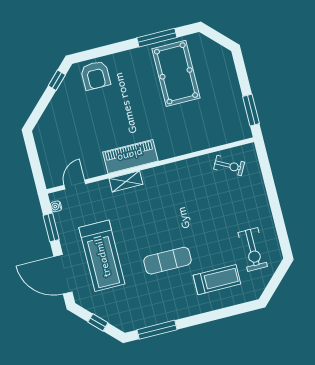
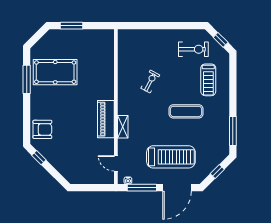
window: (251, 110) -> (71, 26), moved
exercise bike: (229, 166) -> (150, 82), moved
window: (51, 227) -> (142, 188), width x1.44
exercise mat: (167, 261) -> (186, 111), turned 90
treadmill: (217, 280) -> (208, 80), turned 180
window: (274, 283) -> (221, 40), added

